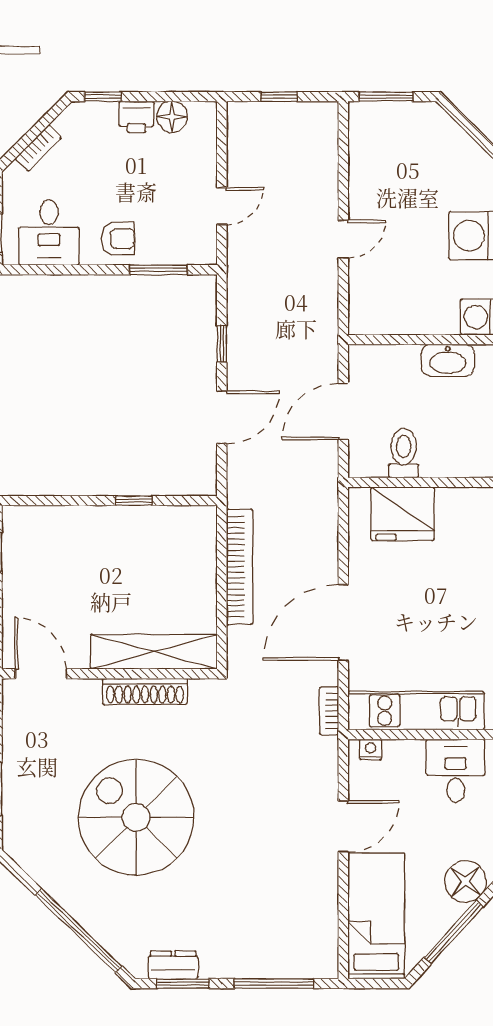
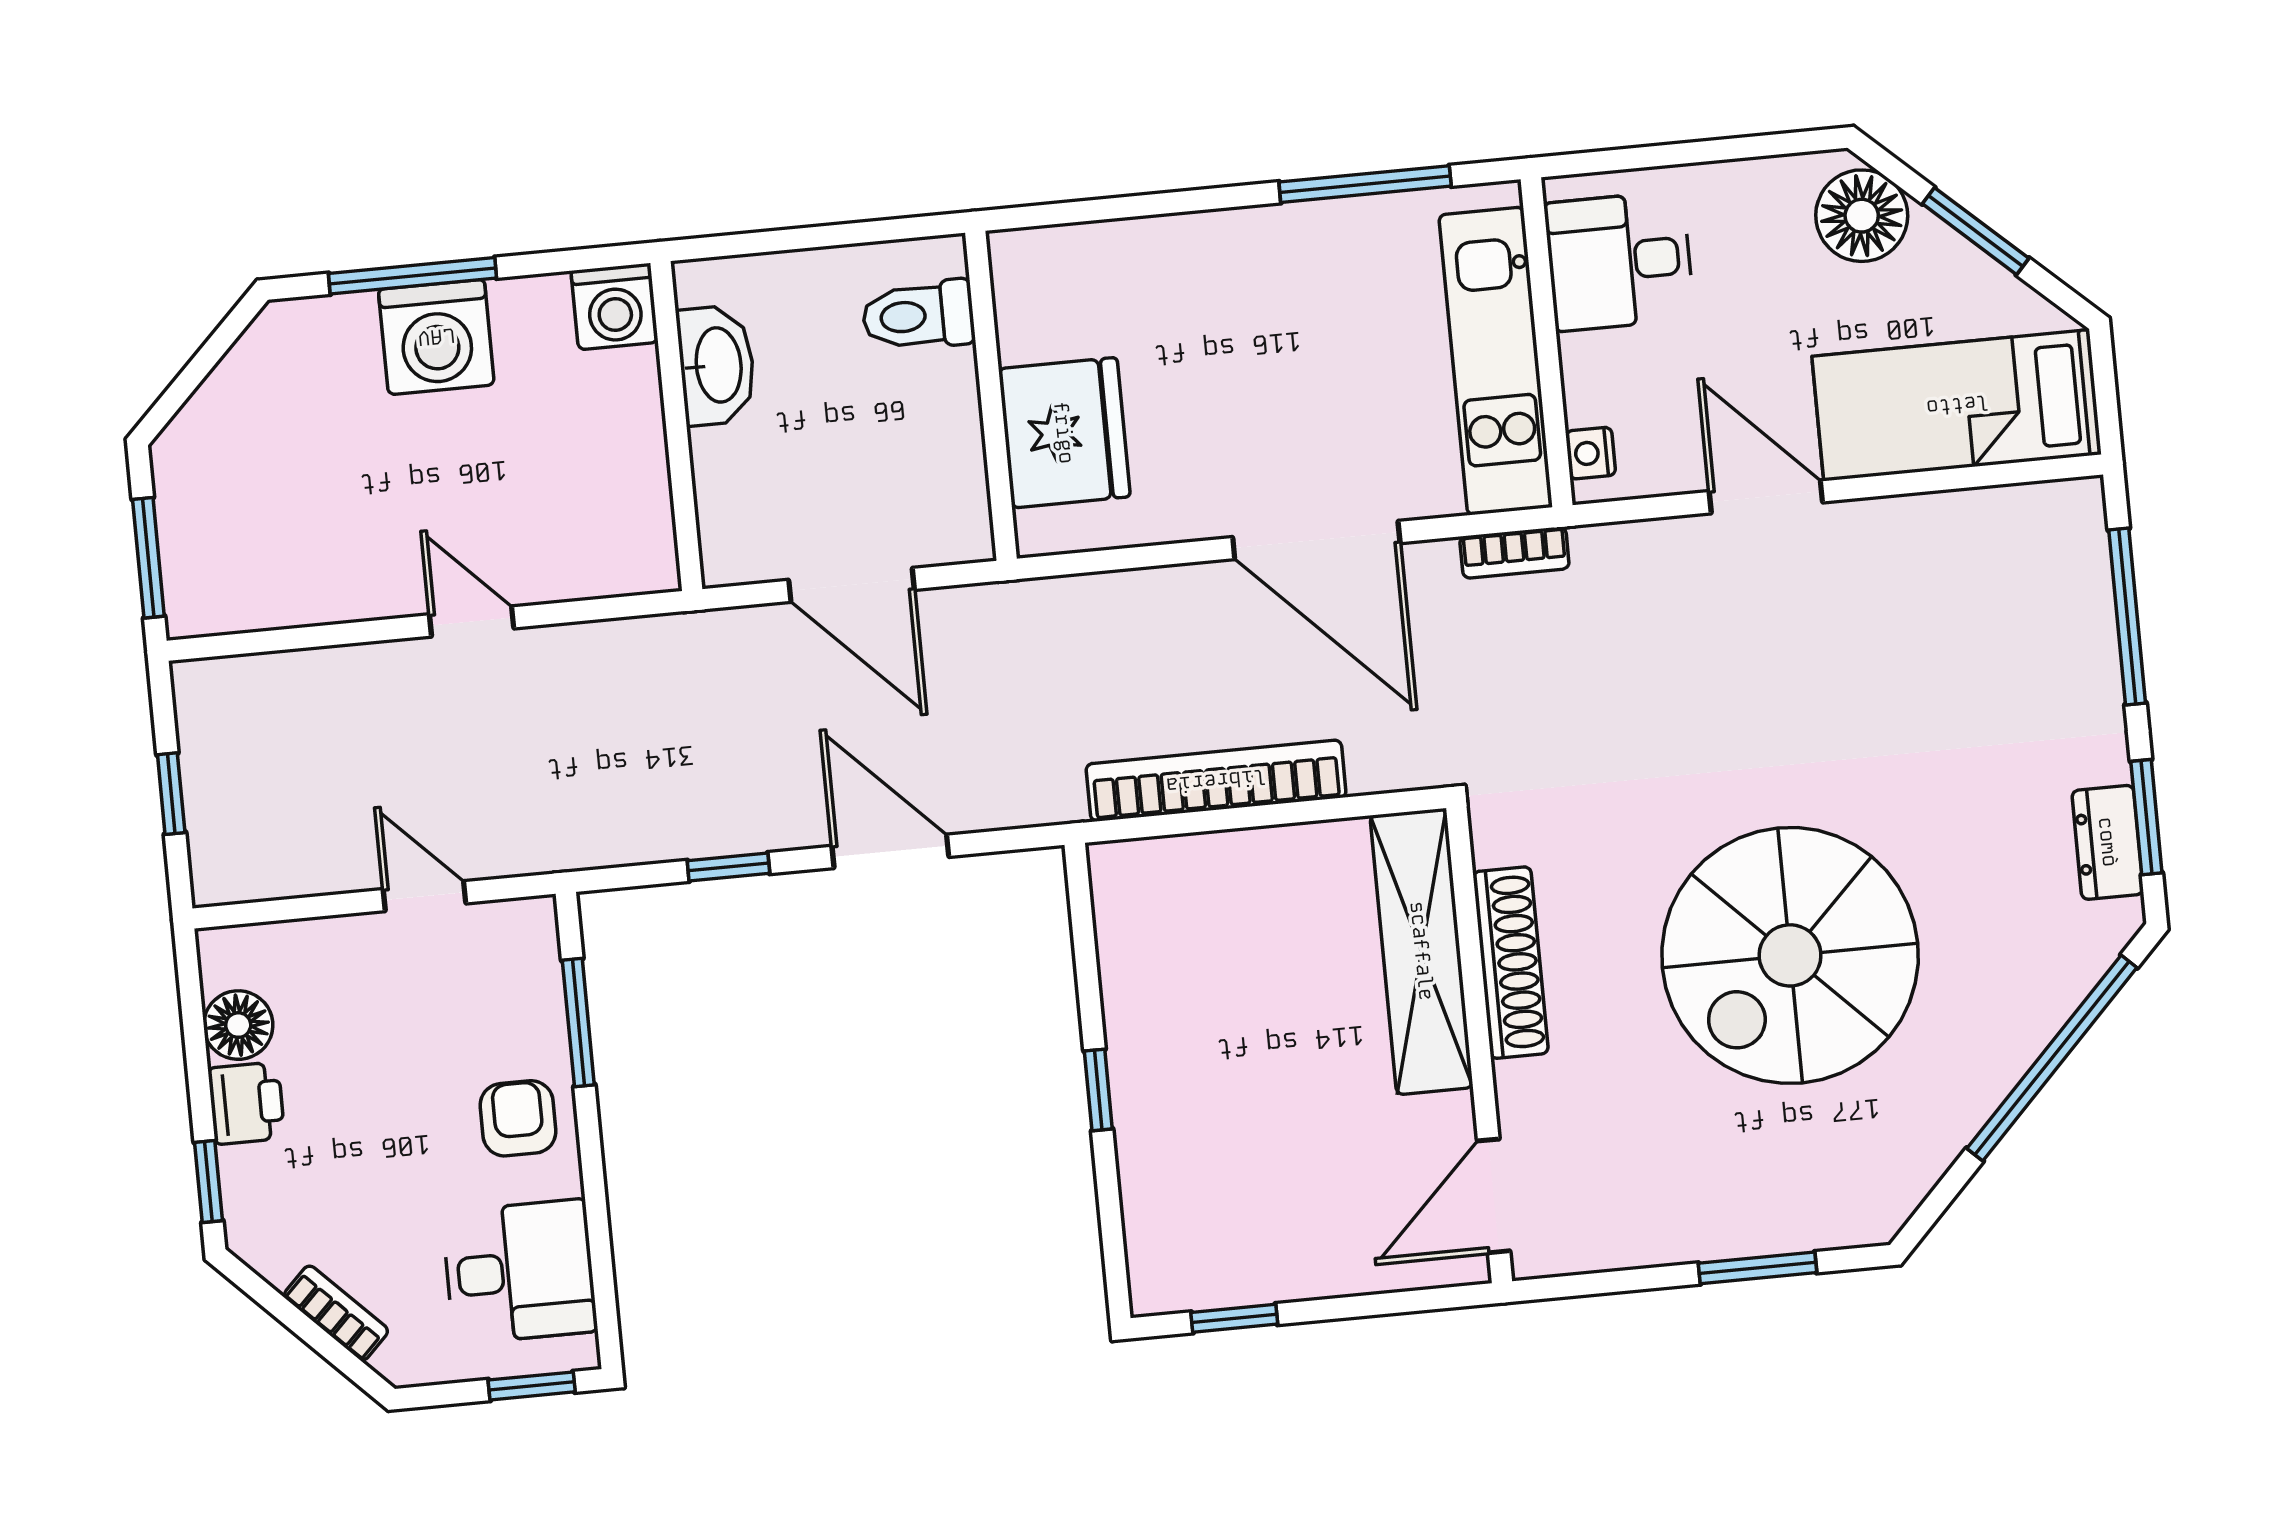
toilet: (404, 453) -> (918, 316), moved
window: (134, 501) -> (1098, 1090), moved
window: (454, 932) -> (1976, 231), width x0.69

